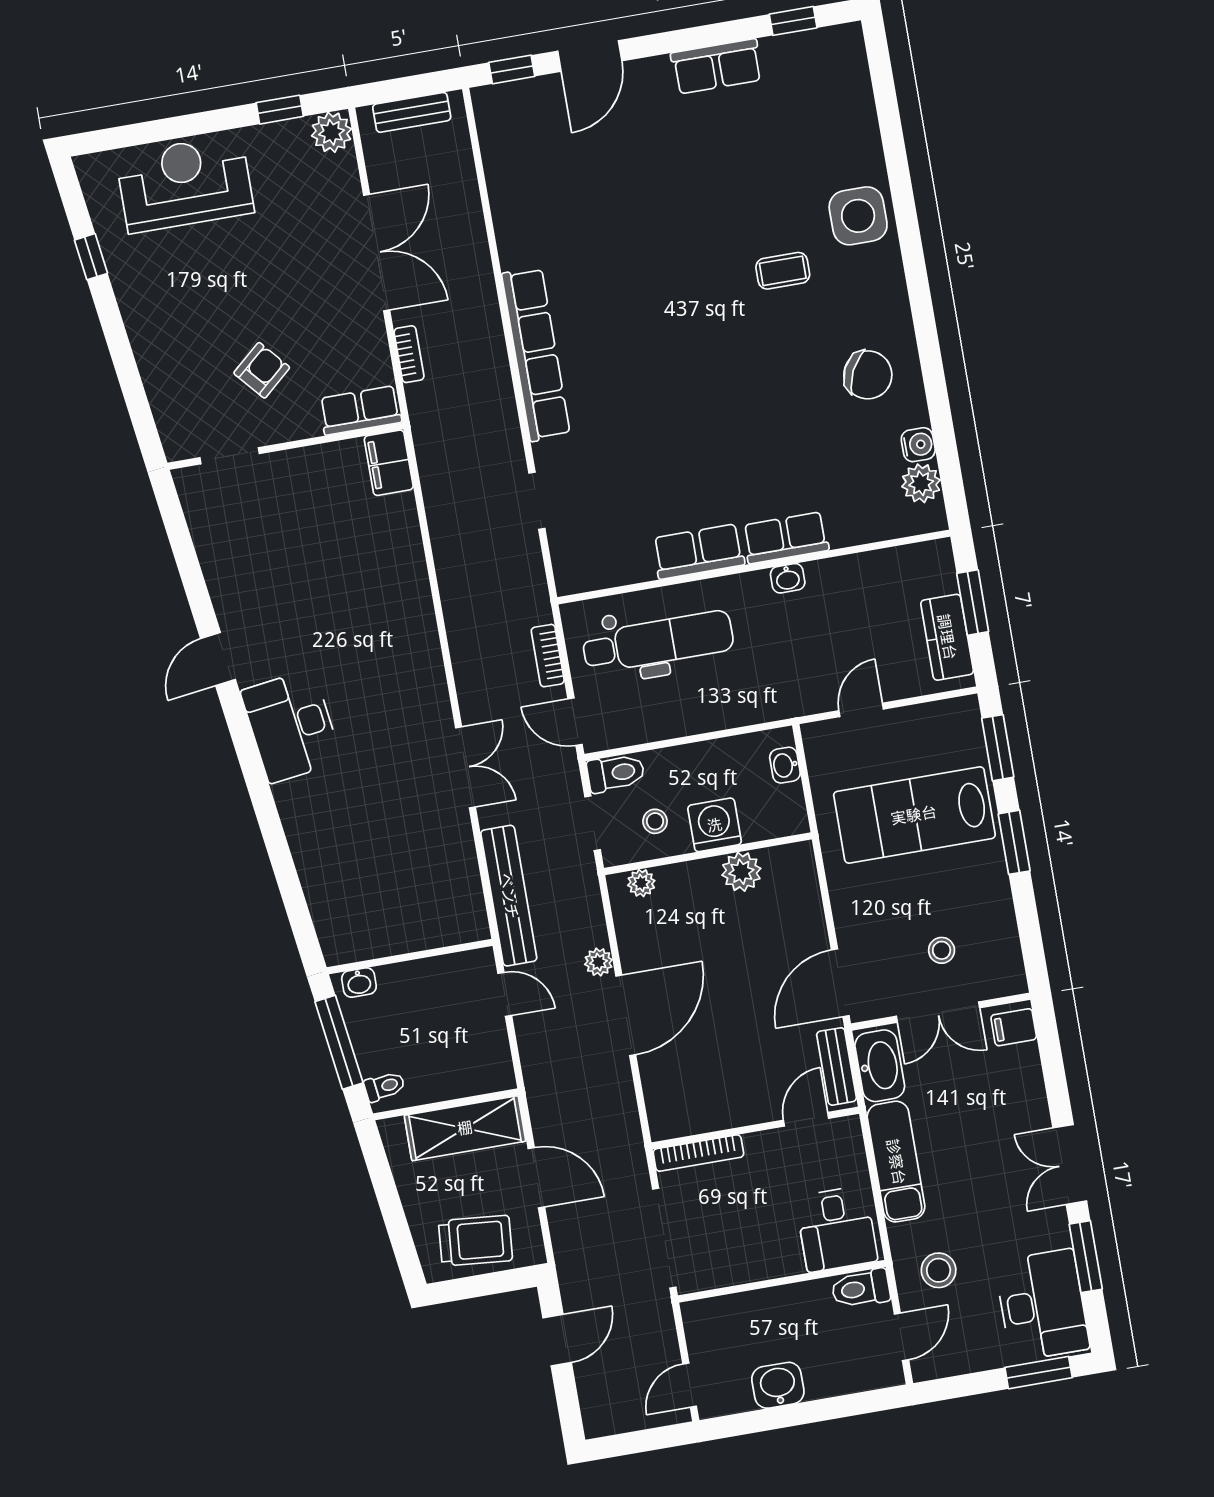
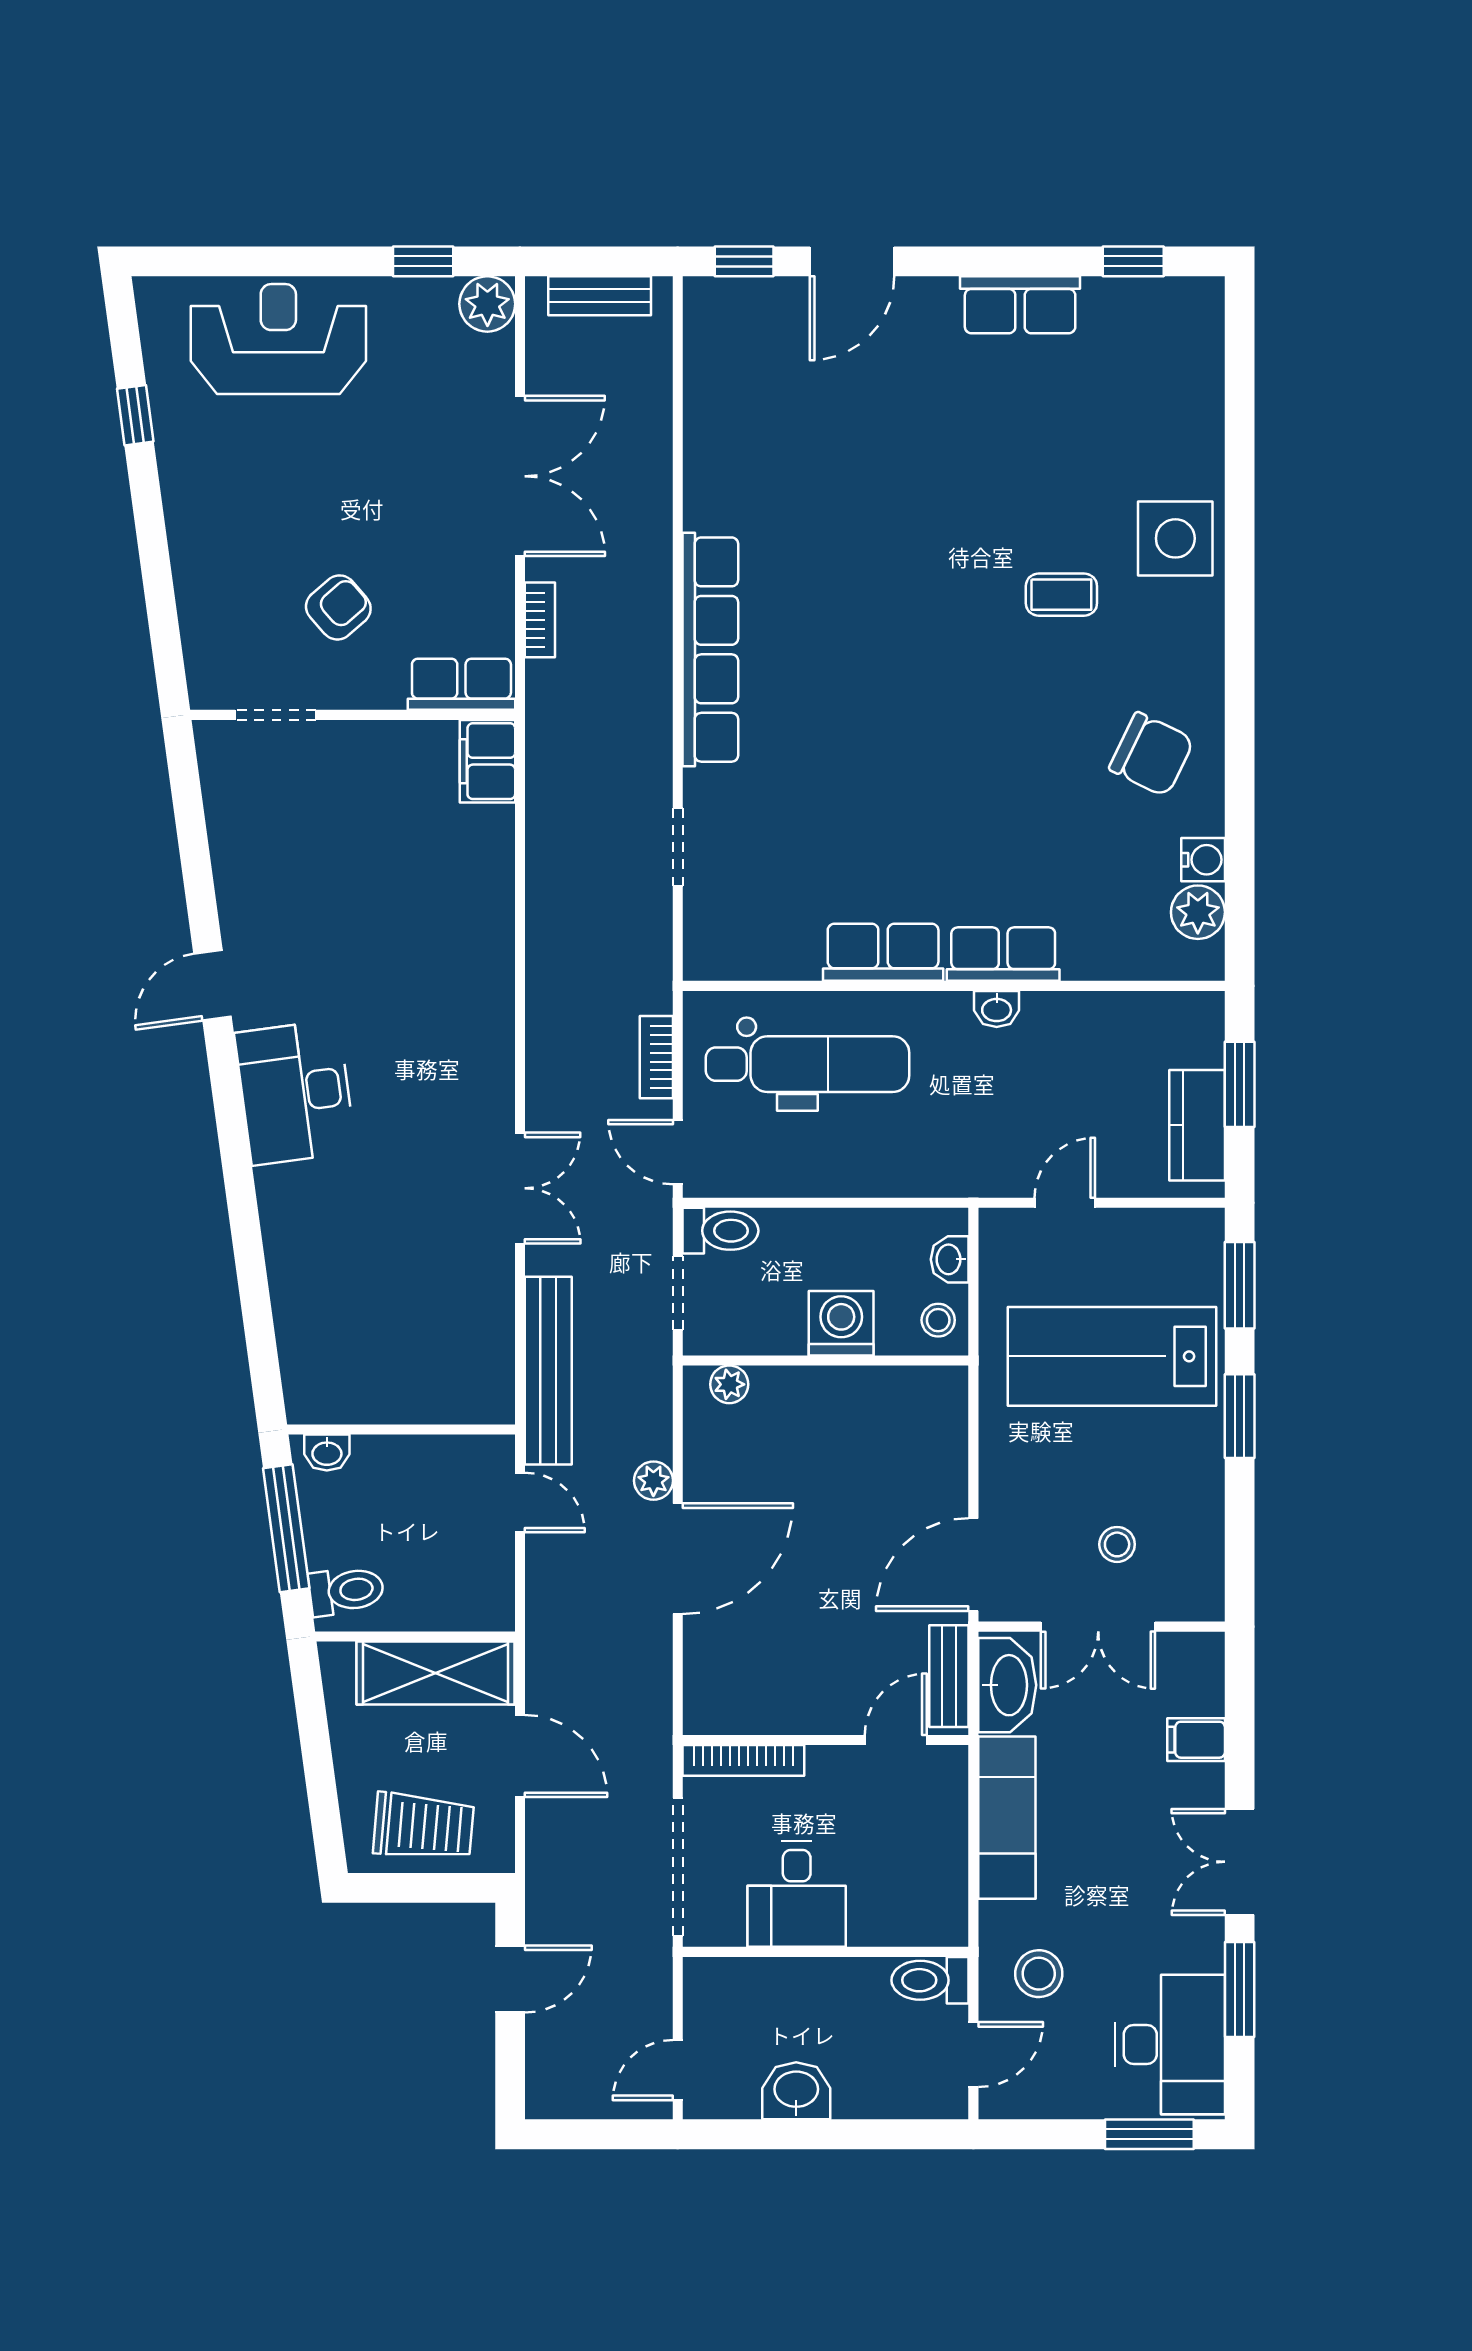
stool: (655, 821) -> (938, 1320), moved
plant: (741, 872) -> (866, 1392), removed
filing cabinet: (1014, 1027) -> (1196, 1740), moved
toilet: (384, 1086) -> (346, 1591), width x1.37, depth x1.39
desk: (836, 1229) -> (797, 1894), moved

